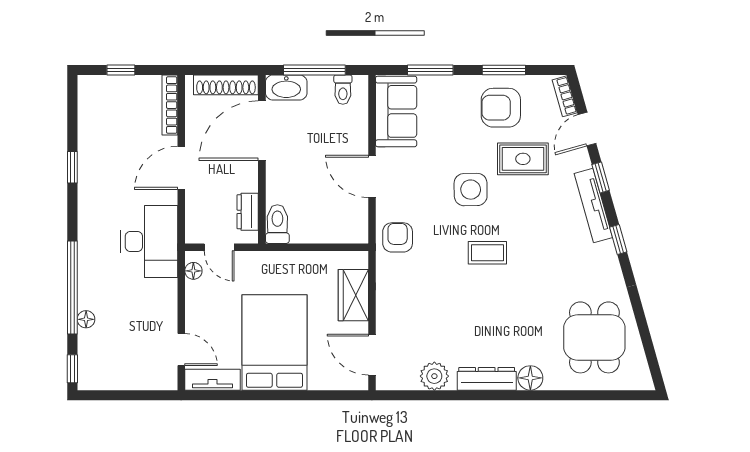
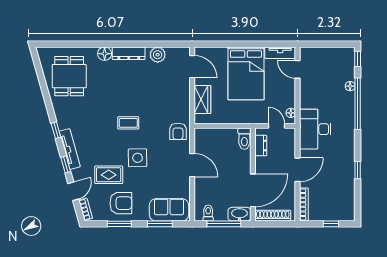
sofa: (396, 111) -> (169, 210), moved, turned 90

